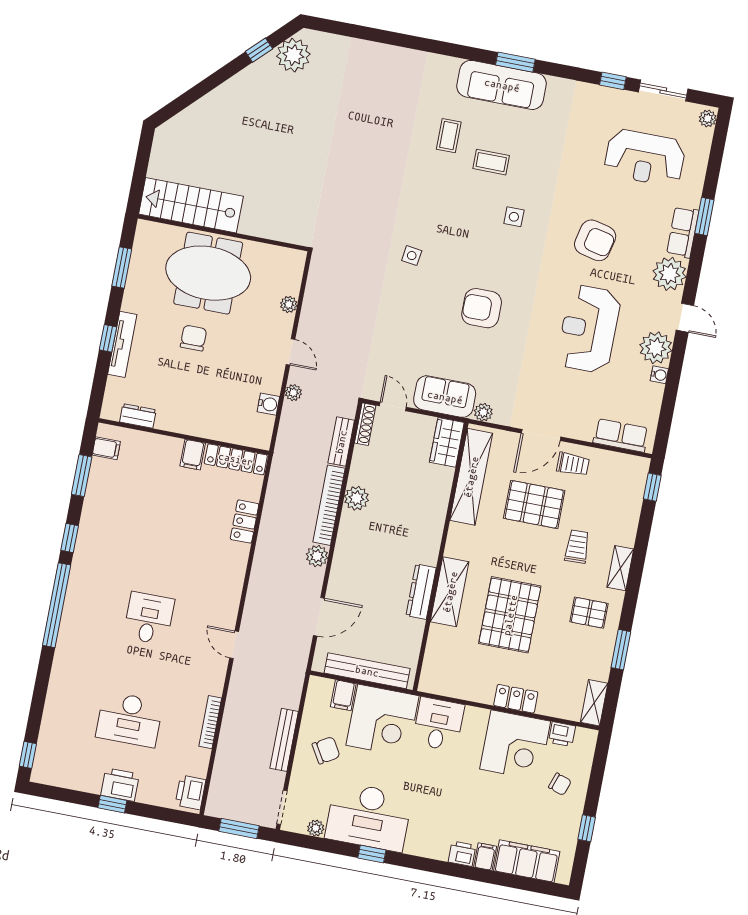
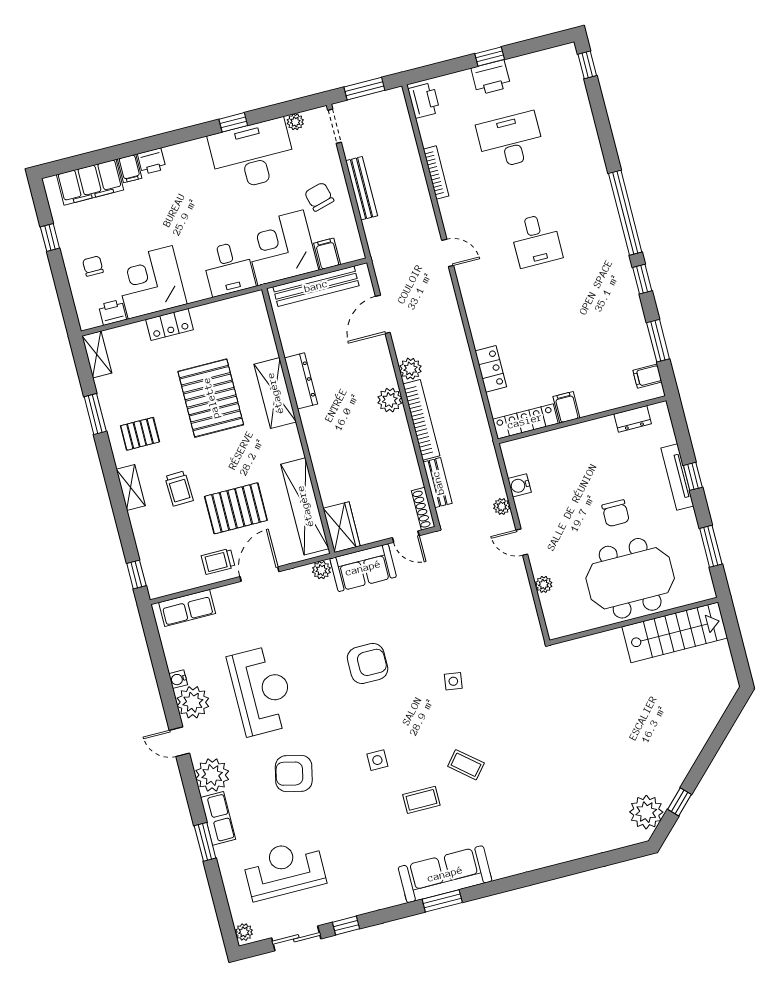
coffee table: (449, 136) -> (466, 765), moved, turned -50
plant: (356, 498) -> (390, 400), moved
chair: (326, 750) -> (319, 197), turned 106
chair: (560, 784) -> (93, 266), turned 71

